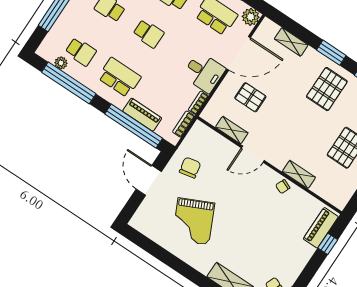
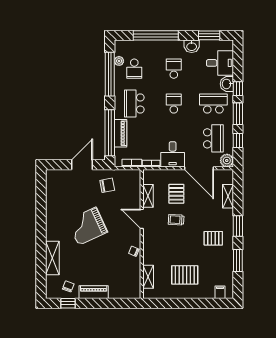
school desk: (148, 34) -> (174, 104), turned 180
school desk: (119, 77) -> (134, 104), turned 180
pallet: (327, 89) -> (213, 238), width x0.67, depth x0.71
trolley: (279, 117) -> (176, 220), added
shelving: (299, 174) -> (148, 277), moved
grand piano: (193, 221) -> (87, 226), moved
piano: (321, 228) -> (94, 292), moved
window: (328, 244) -> (117, 303), removed

